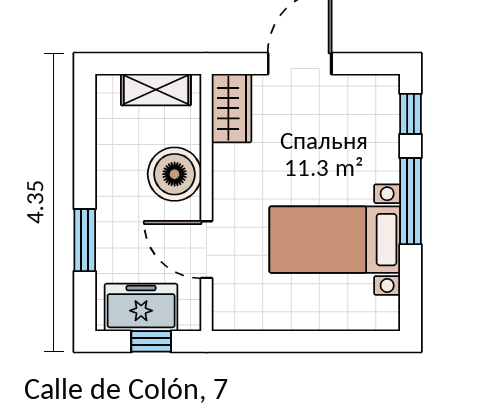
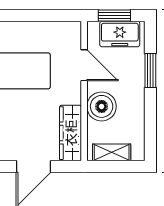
wardrobe: (232, 108) -> (71, 133), width x1.50
window: (151, 341) -> (114, 16), width x1.50

